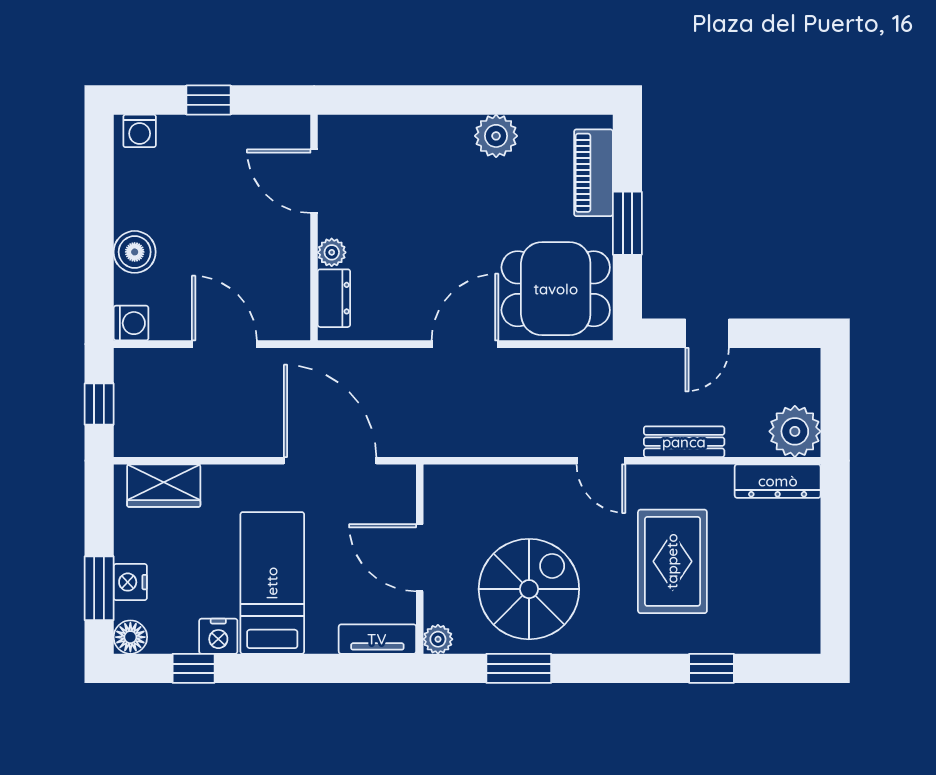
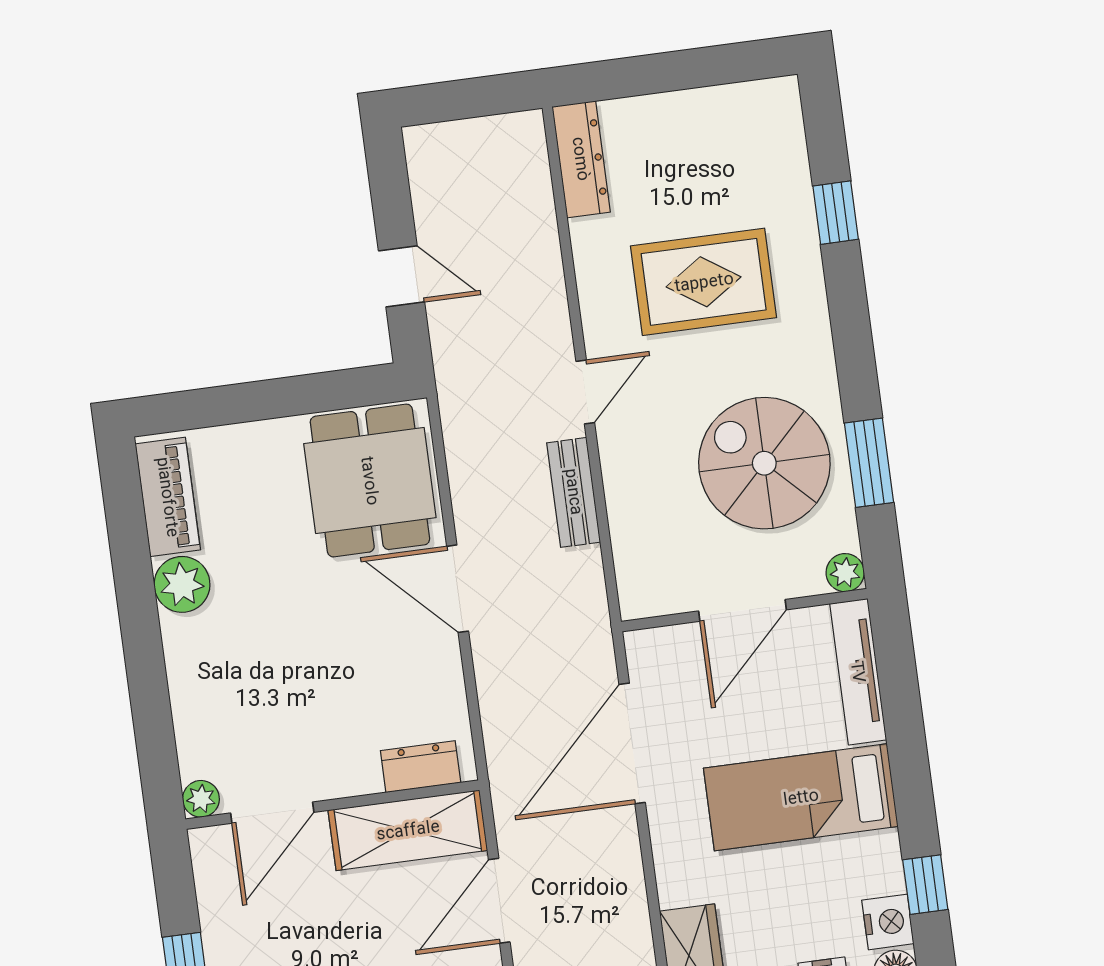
piano: (593, 173) -> (168, 497), moved, turned -90
window: (627, 223) -> (273, 399), removed
plant: (332, 252) -> (201, 799), moved
shelving: (287, 282) -> (408, 830), added
plant: (795, 431) -> (514, 146), removed
bench: (684, 442) -> (574, 492), moved
nightstand: (218, 636) -> (888, 922), moved
tv unit: (377, 639) -> (858, 672), width x1.41

